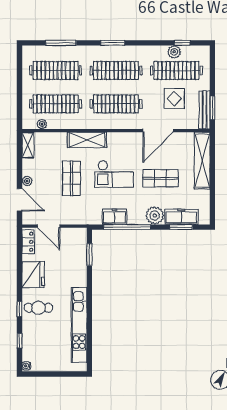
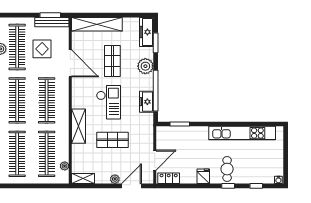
freezer: (181, 217) -> (147, 32), moved
fridge: (33, 275) -> (203, 176), width x0.53, depth x0.75

